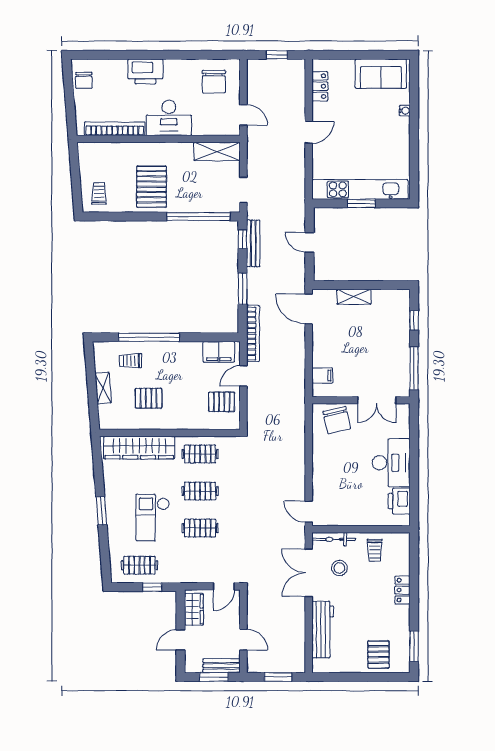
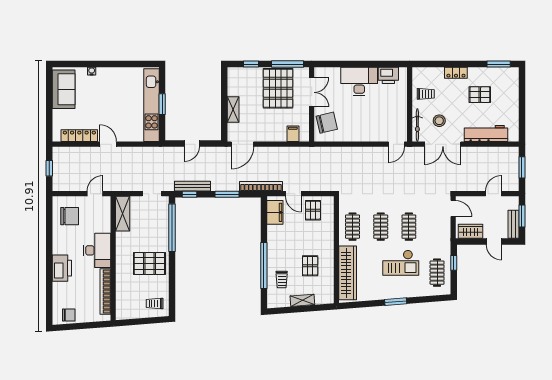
locker: (320, 86) -> (79, 136), width x1.53
pallet: (382, 356) -> (278, 88), added
pallet: (378, 654) -> (480, 95), moved
bench: (222, 666) -> (513, 224), moved

